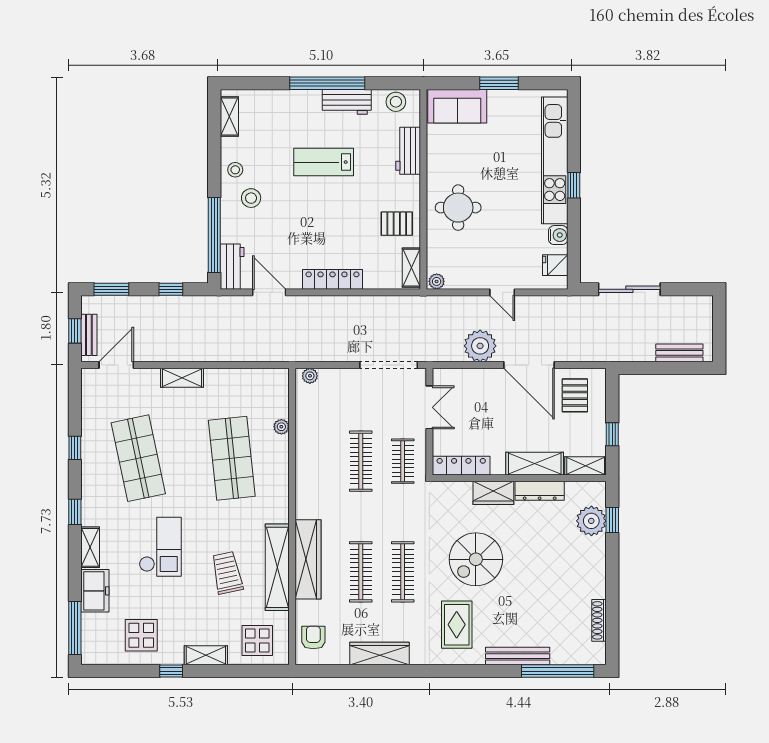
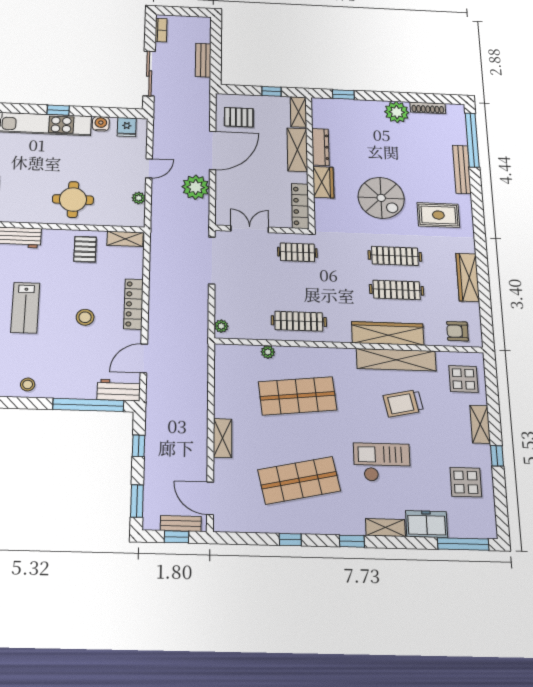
stool: (251, 198) -> (85, 317), moved
plant: (437, 281) -> (139, 198), moved
bookcase: (691, 302) -> (161, 30), added
bench: (679, 353) -> (203, 60), moved
clothes rail: (361, 461) -> (299, 321), moved
plant: (591, 521) -> (397, 112), moved

